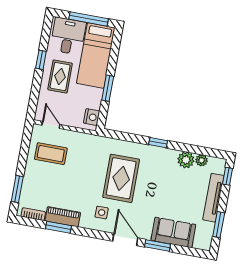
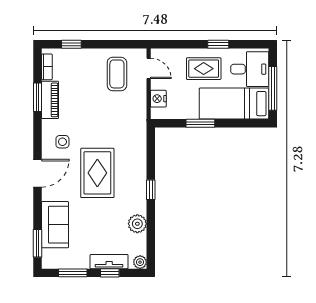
nightstand: (92, 117) -> (158, 99), moved, turned 90
door: (51, 125) -> (149, 68), hinge flipped
plant: (202, 160) -> (140, 262), moved
window: (228, 176) -> (110, 273), moved
rug: (121, 178) -> (97, 173), moved, turned 90
window: (17, 189) -> (71, 44), width x0.67
tv unit: (213, 198) -> (109, 262), width x0.71
window: (158, 245) -> (38, 243), moved

